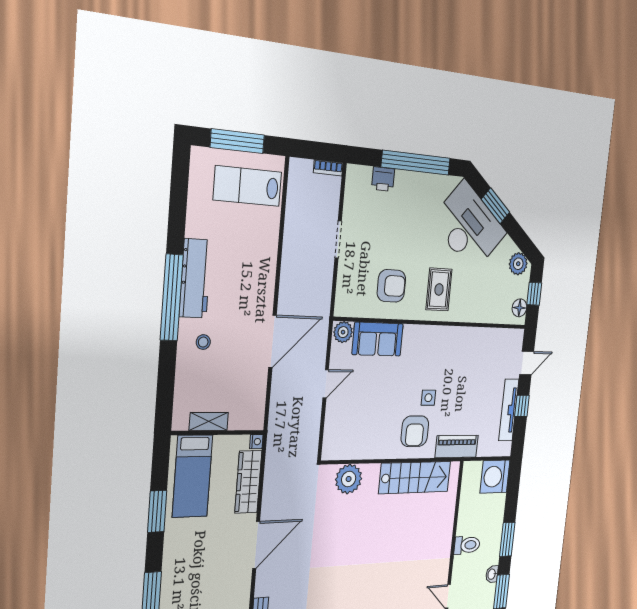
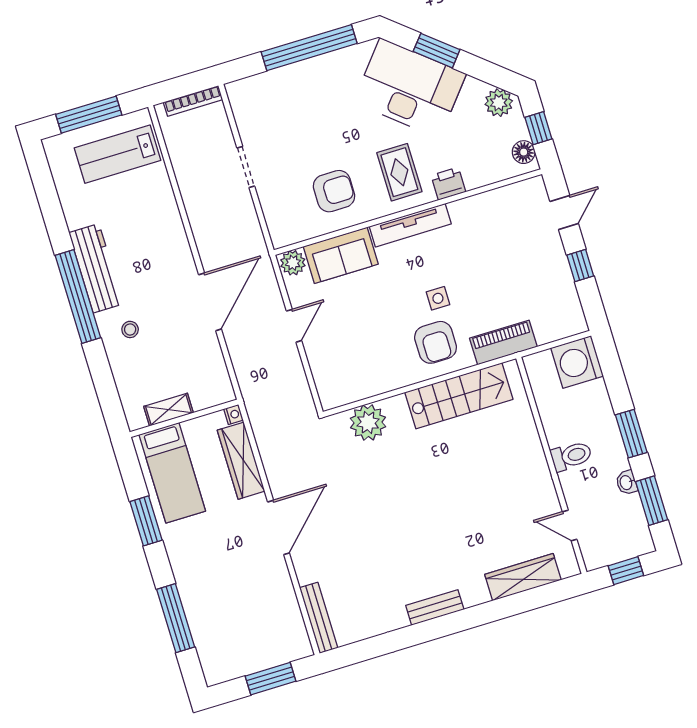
bookcase: (328, 168) -> (193, 101), width x1.56
printer: (383, 179) -> (448, 184), moved, turned 180
tv unit: (509, 410) -> (410, 225), moved, turned -90

